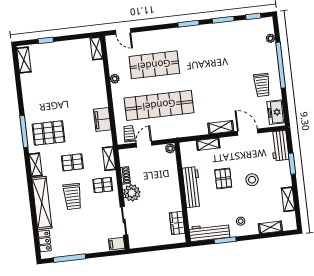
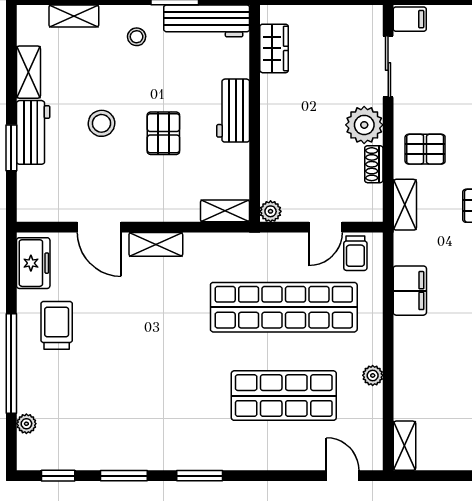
shelving: (208, 144) -> (225, 211), moved
workbench: (280, 146) -> (33, 132), moved
workbench: (192, 187) -> (233, 111), width x0.73

